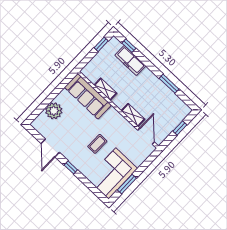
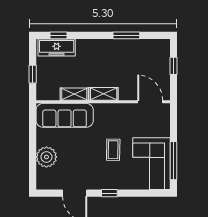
window: (101, 44) -> (33, 74), moved
freezer: (130, 61) -> (57, 48), moved
shelving: (133, 115) -> (104, 94), moved
window: (127, 184) -> (173, 161), width x1.44

